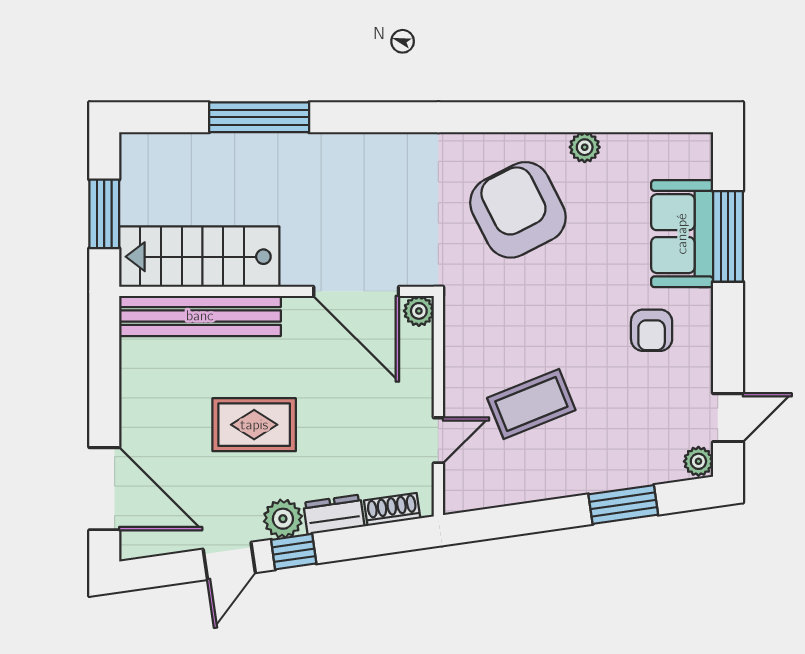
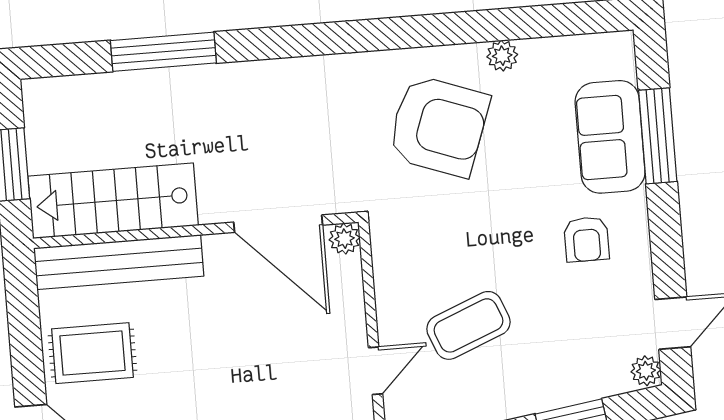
armchair: (518, 210) -> (438, 126), turned 137
rug: (254, 425) -> (92, 353), moved

